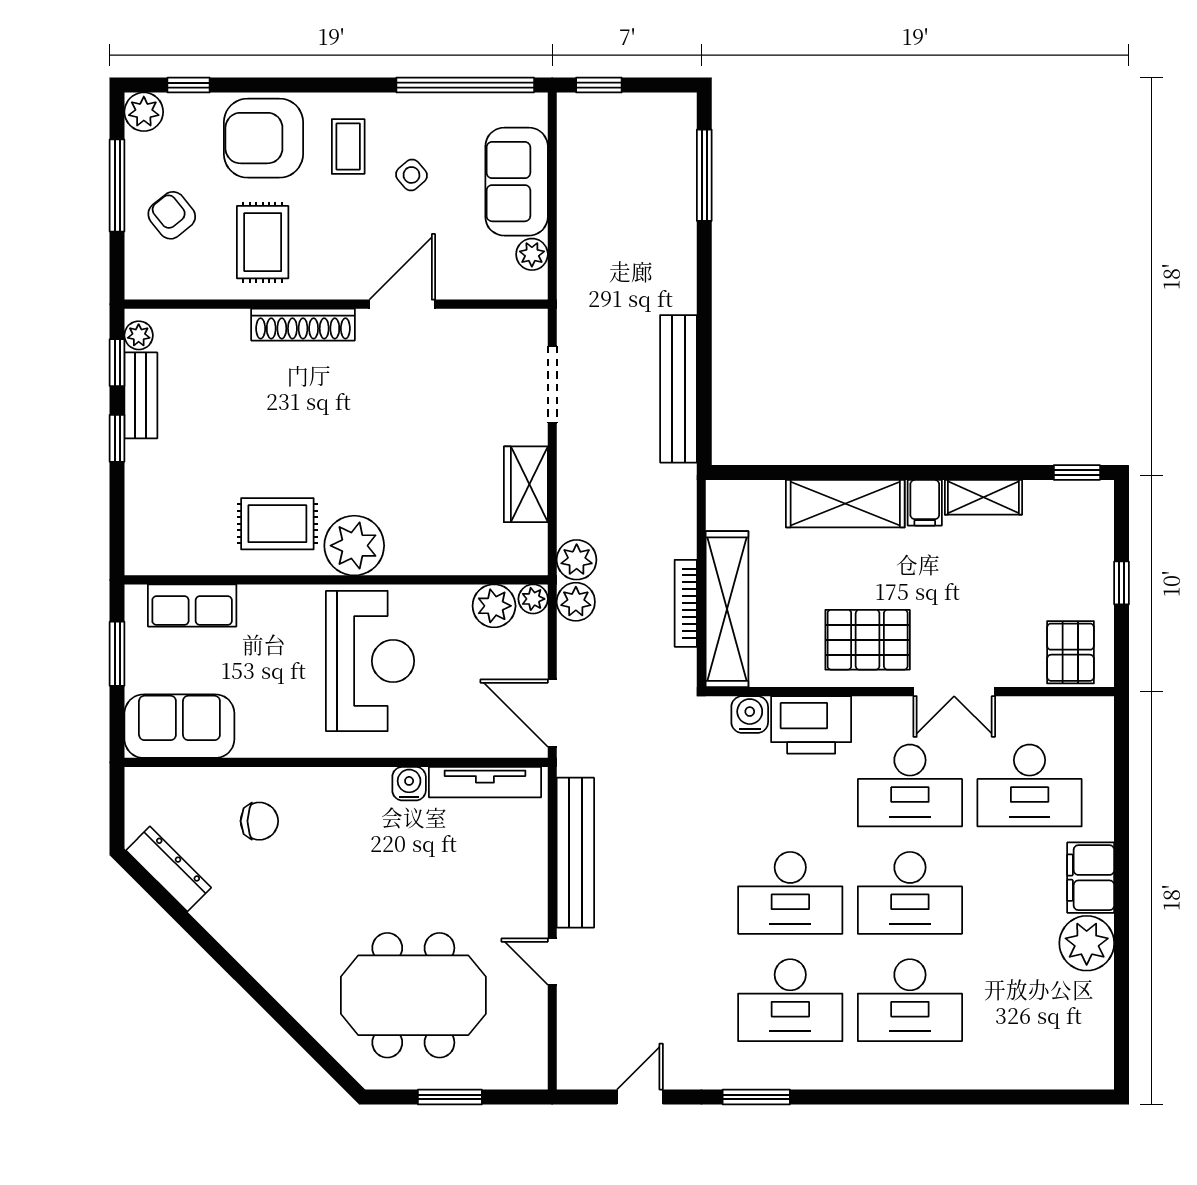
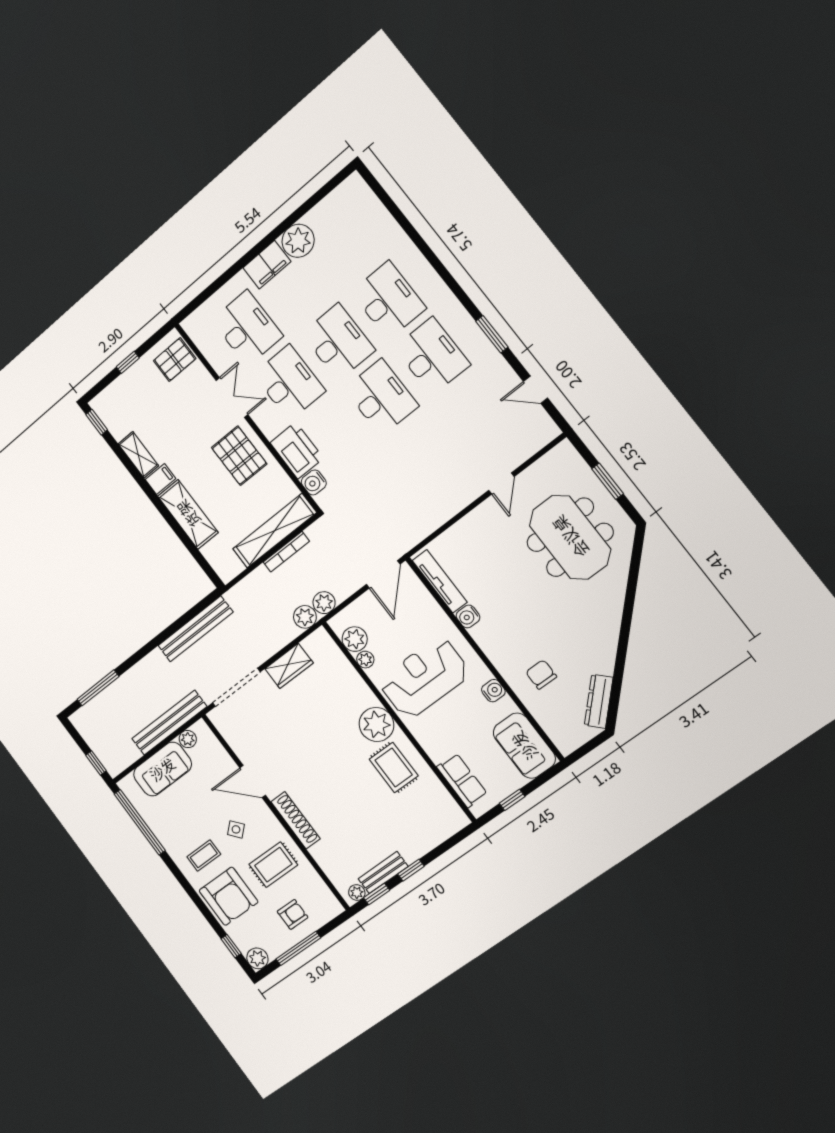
side table: (411, 175) -> (236, 829), moved
armchair: (172, 215) -> (293, 914), turned -141
doorway: (552, 384) -> (236, 687), width x1.36
plant: (533, 599) -> (365, 660), moved
window: (117, 654) -> (512, 800), width x0.67
water cooler: (284, 741) -> (493, 691), added
bench: (575, 853) -> (169, 723), moved

